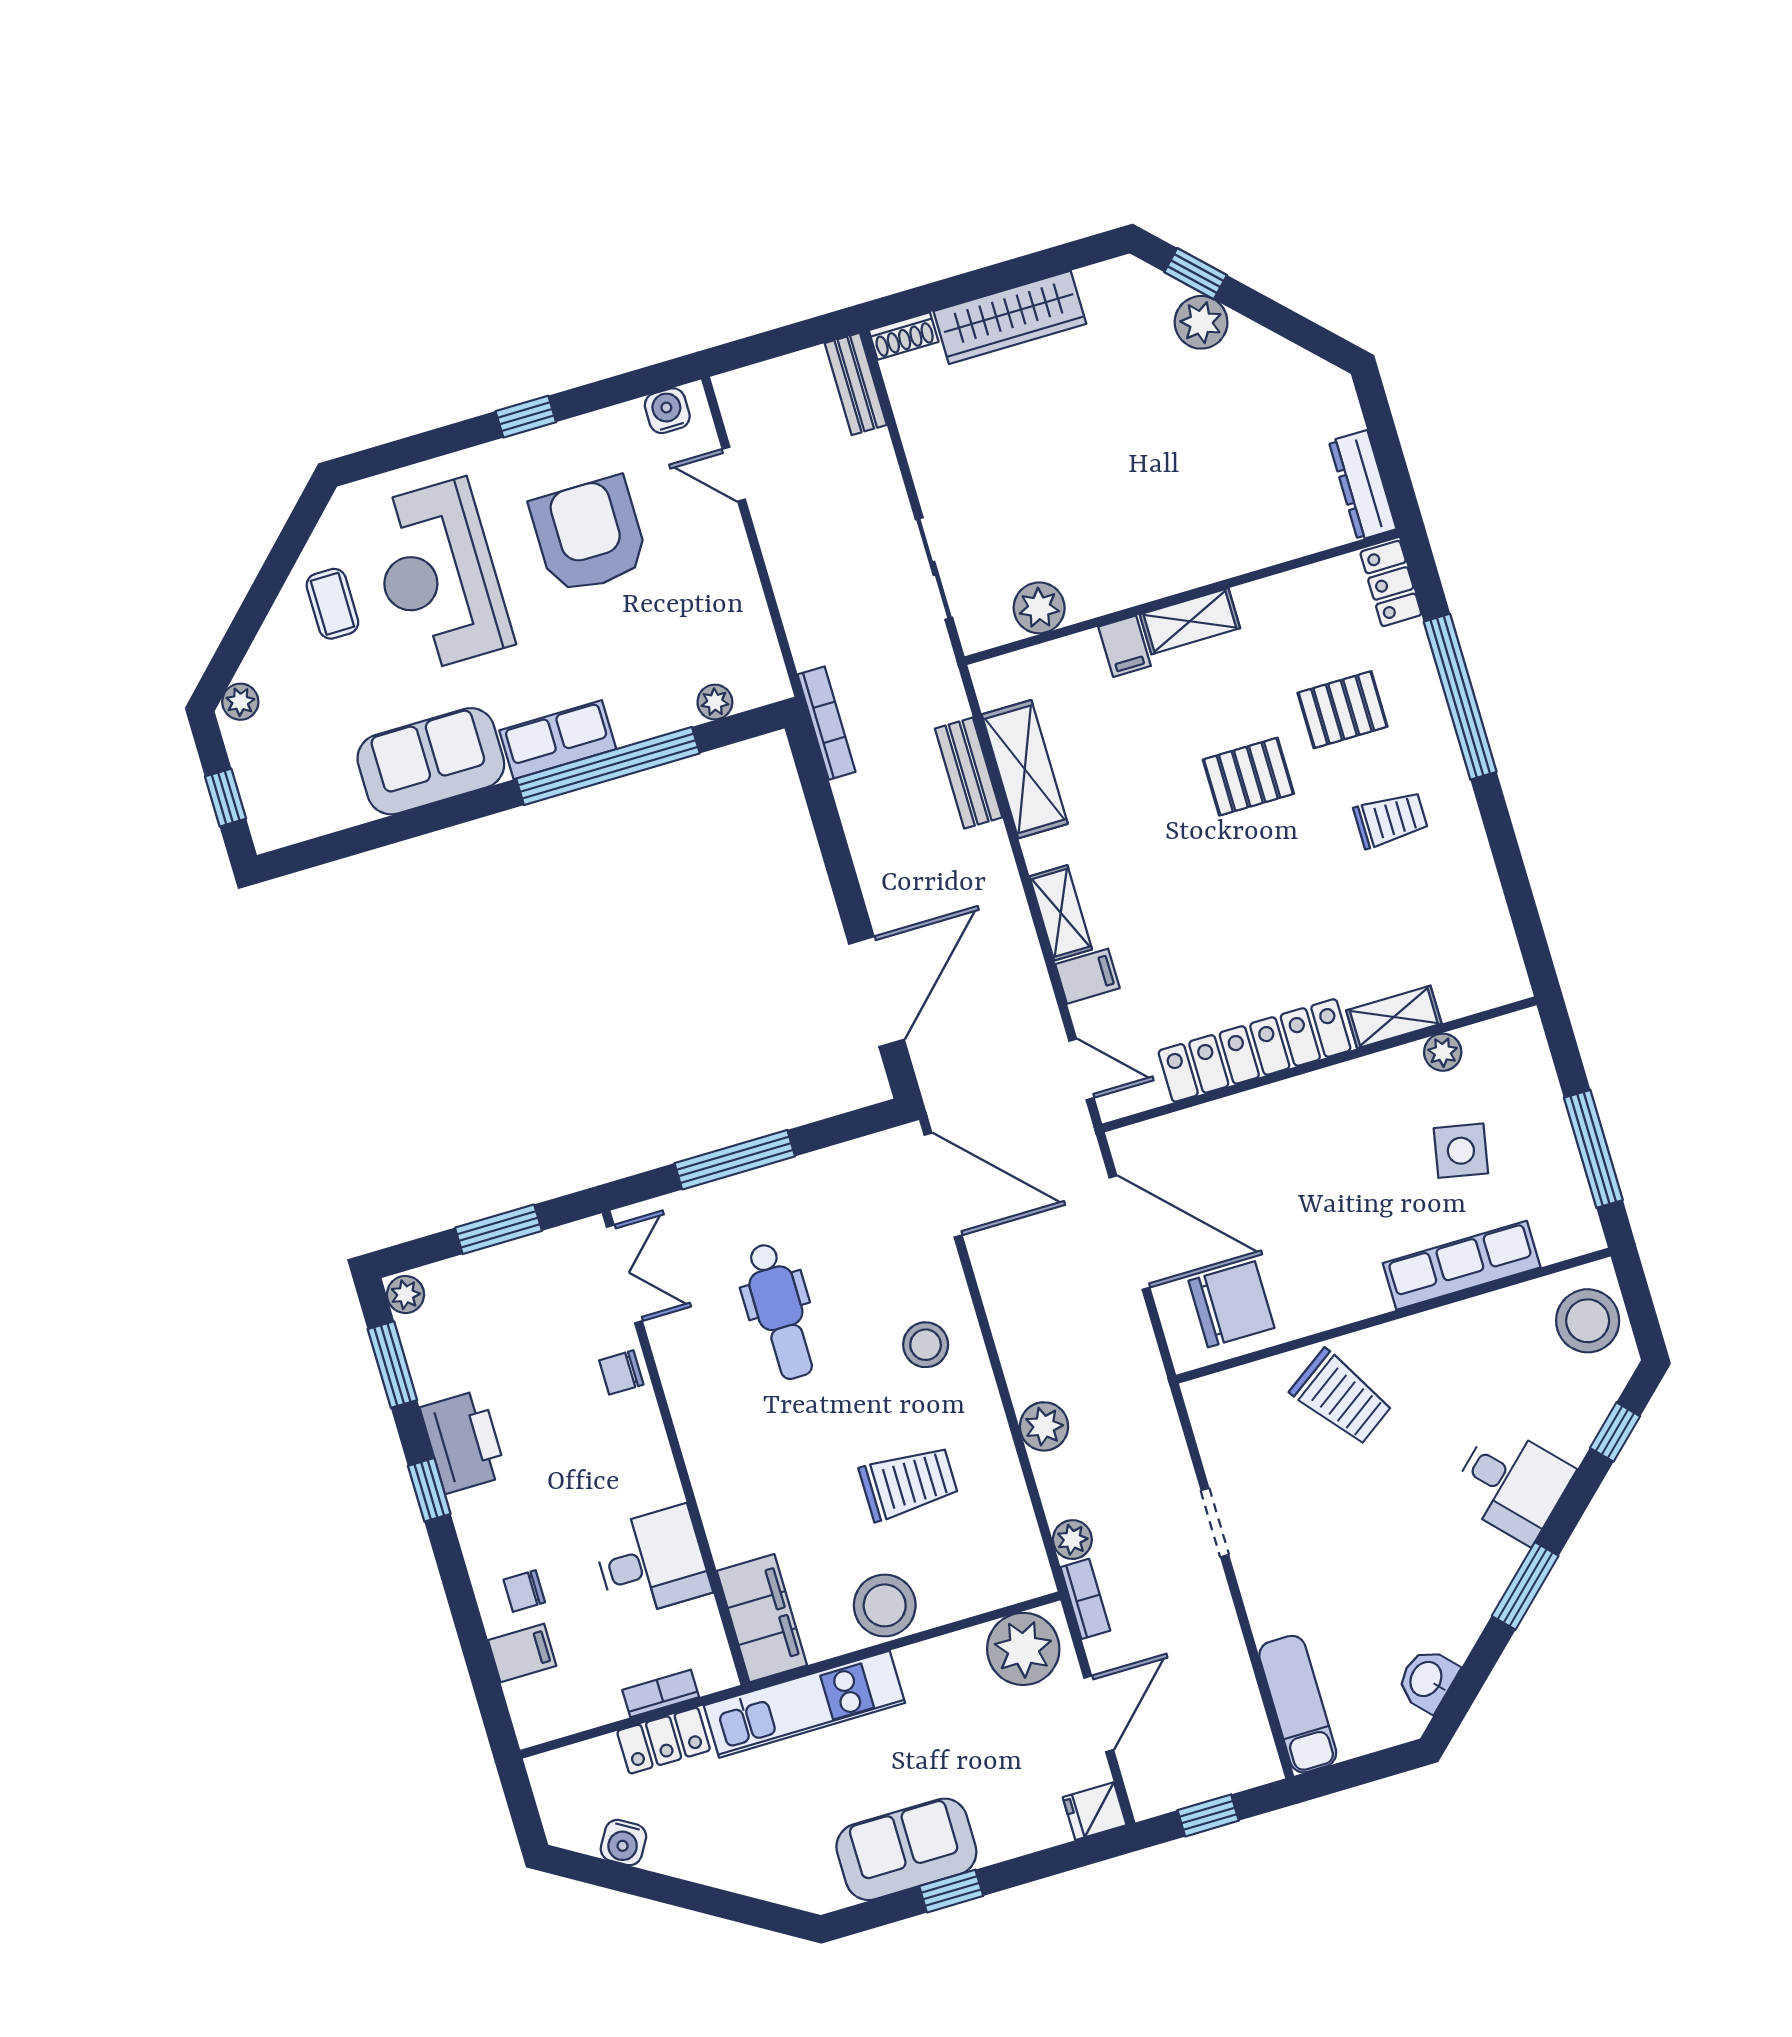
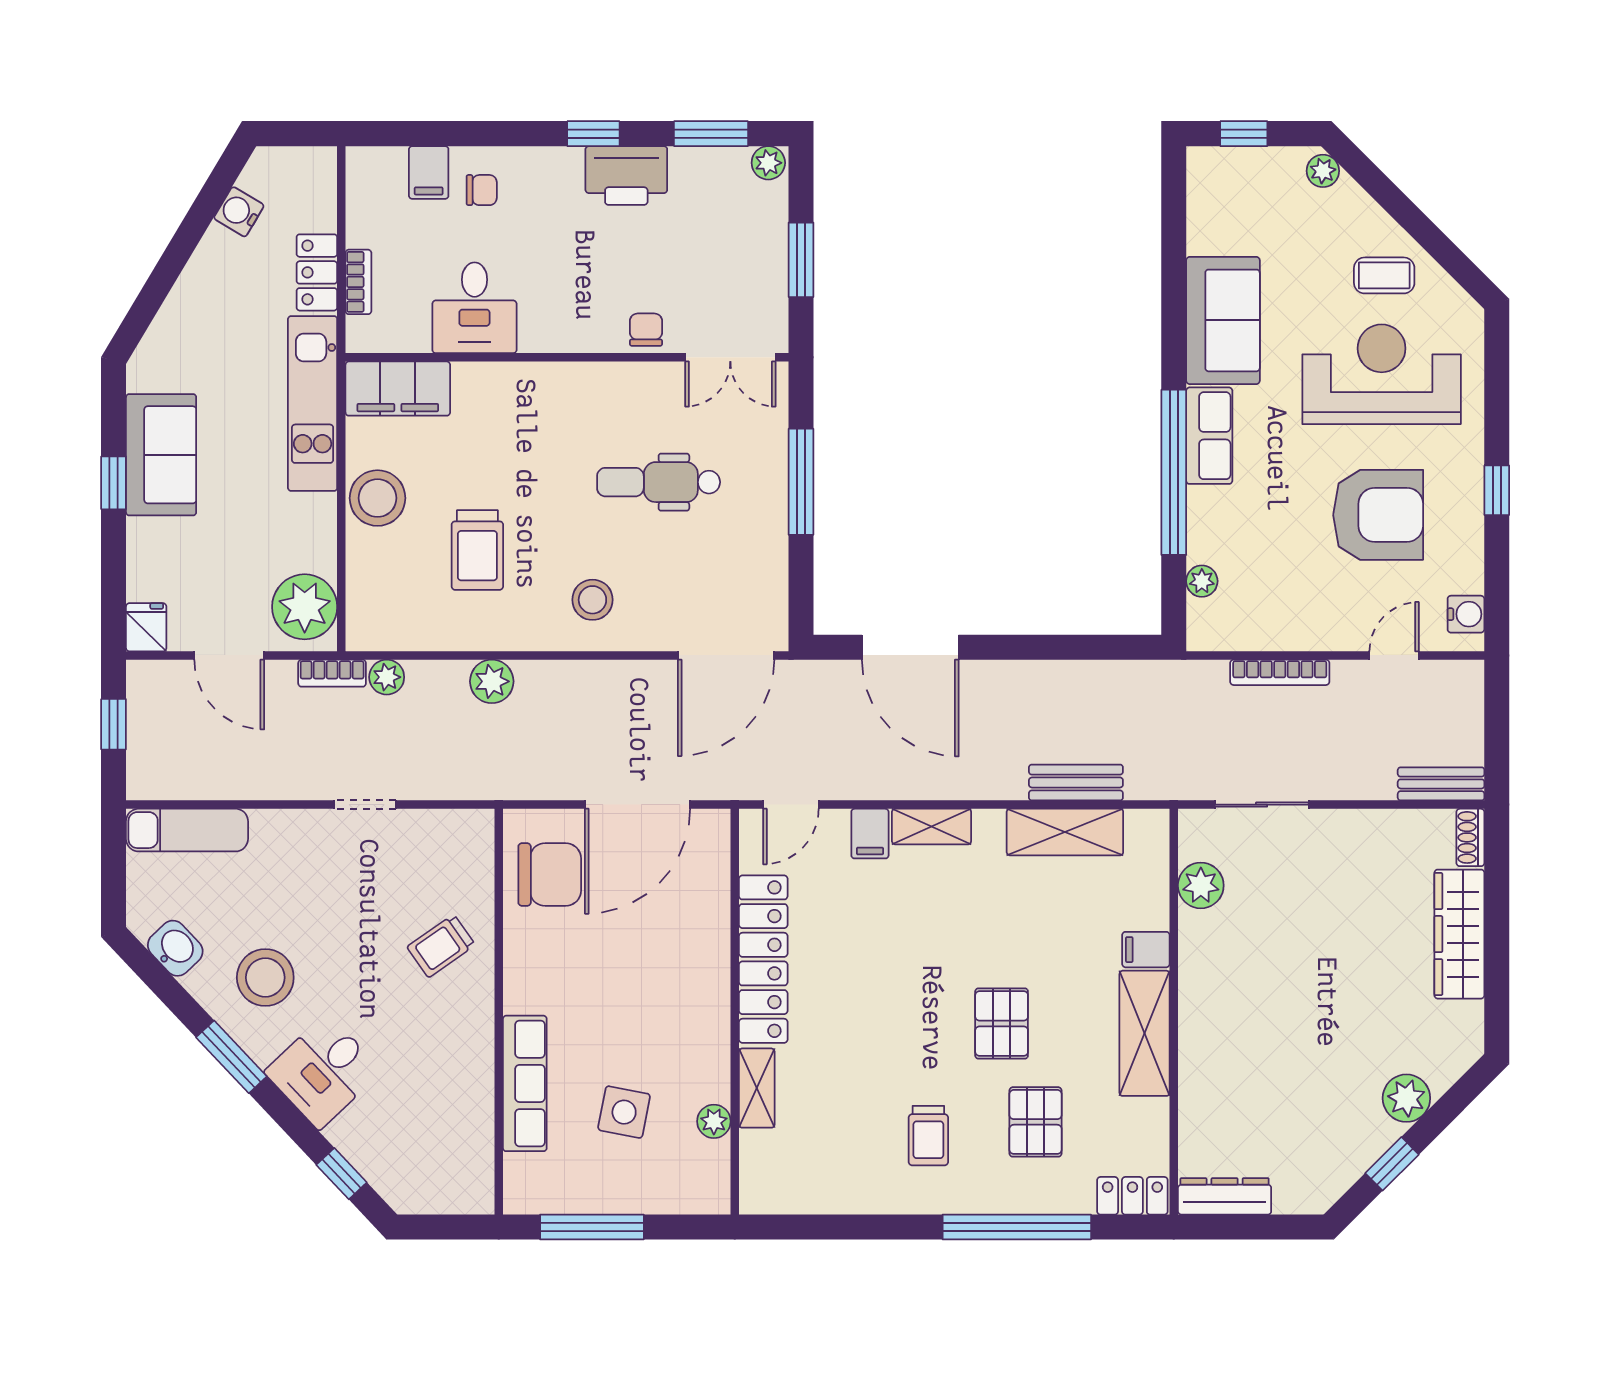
window: (1196, 274) -> (1392, 1164), moved
shelving: (1190, 621) -> (1145, 1033), width x1.50, depth x1.33
bookcase: (827, 723) -> (1280, 672), moved
chair: (1231, 1304) -> (550, 875), turned -90
stool: (1588, 1321) -> (265, 978), moved
trolley: (1341, 1397) -> (441, 946), width x0.73, depth x0.72
chair: (524, 1591) -> (482, 190), turned 90

